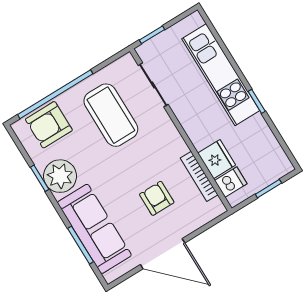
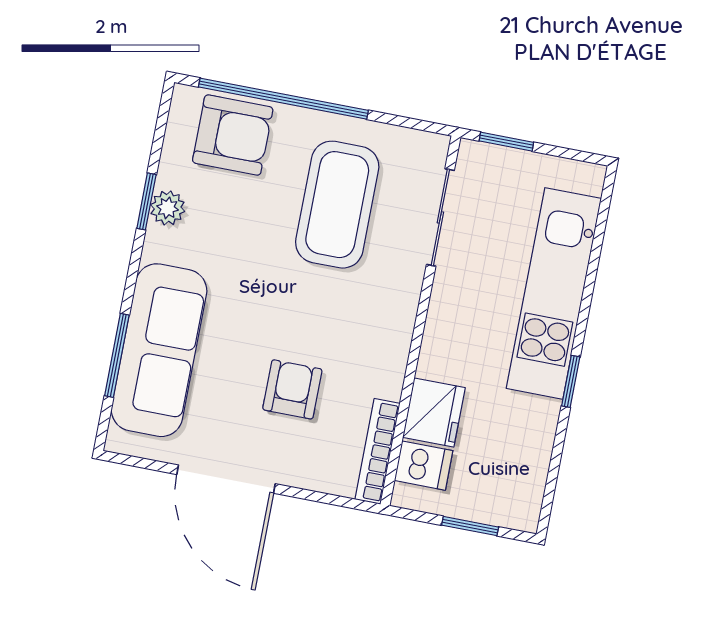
armchair: (49, 125) -> (233, 135), turned 180
plant: (60, 176) -> (168, 208), width x0.53, depth x0.53
bookcase: (199, 176) -> (377, 451), moved

